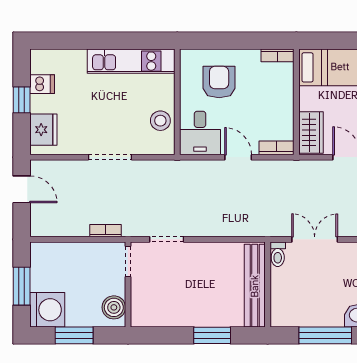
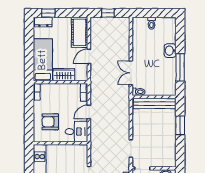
stool: (160, 121) -> (70, 152), removed
wardrobe: (311, 133) -> (64, 75), moved

